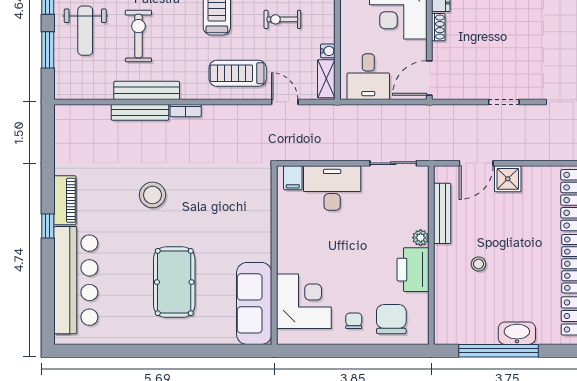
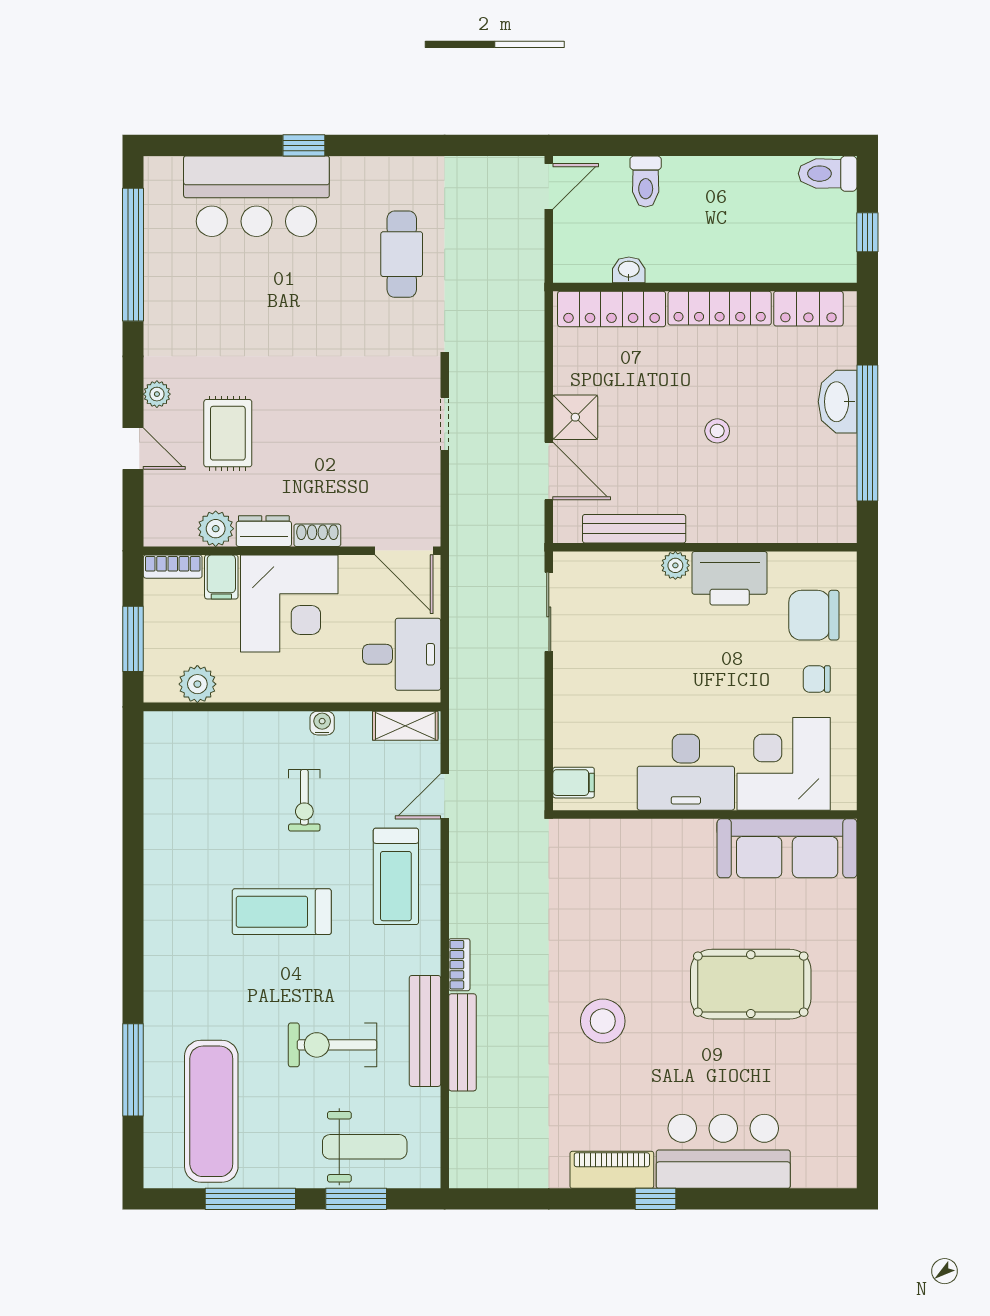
weight bench: (85, 31) -> (365, 1147), moved
water cooler: (328, 51) -> (322, 723), moved
desk: (332, 188) -> (686, 772), moved, turned -90
stool: (479, 264) -> (717, 431), moved
bar counter: (76, 280) -> (723, 1151), width x0.73

